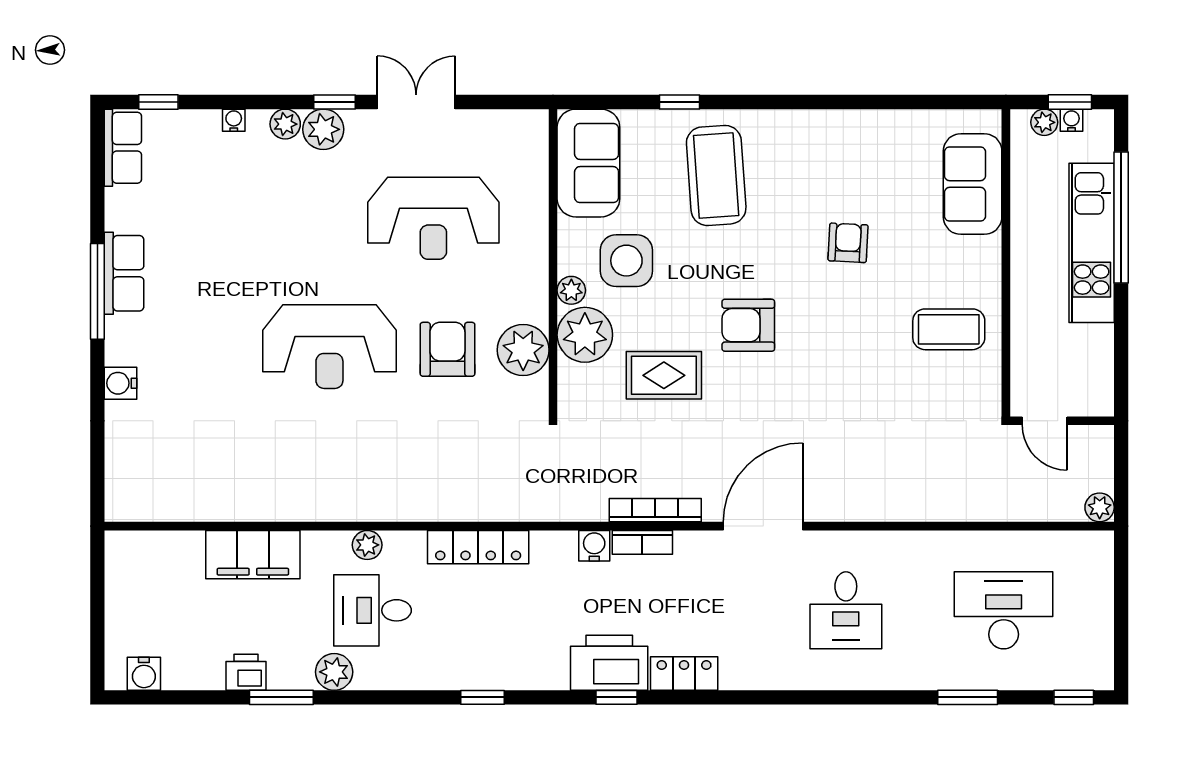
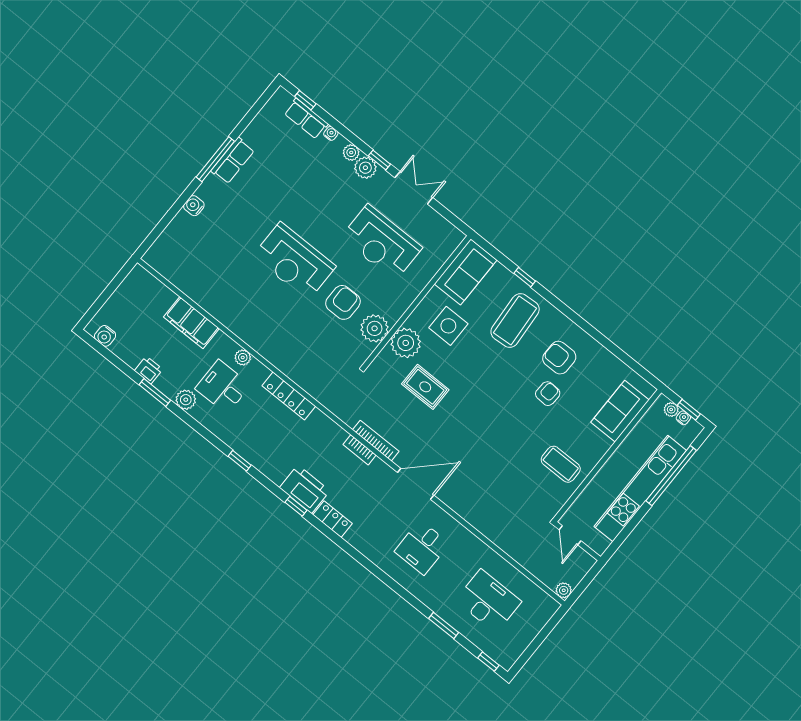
row of seats: (123, 148) -> (306, 119), moved, turned 90
kitchen unit: (1092, 243) -> (640, 489), width x1.36
plant: (571, 290) -> (415, 320), removed
armchair: (748, 325) -> (559, 358), moved
water cooler: (594, 546) -> (338, 435), removed

